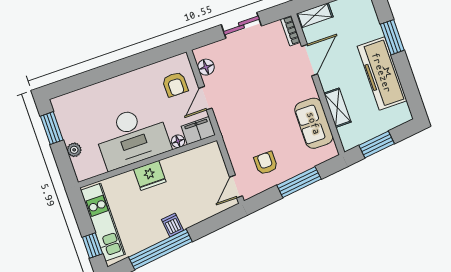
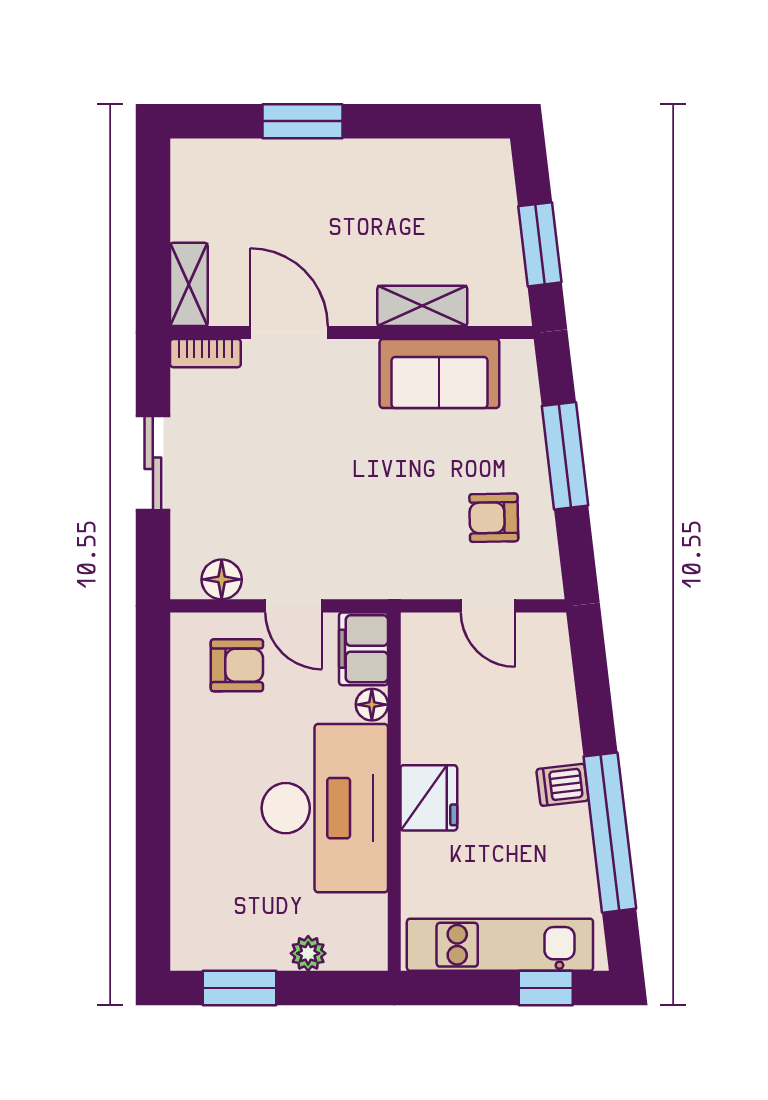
freezer: (382, 73) -> (379, 174), removed
door: (236, 186) -> (488, 606), moved

